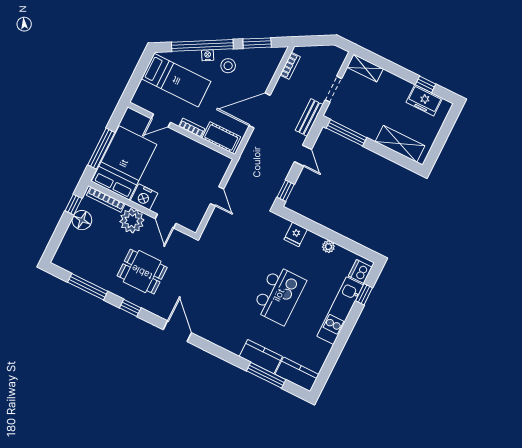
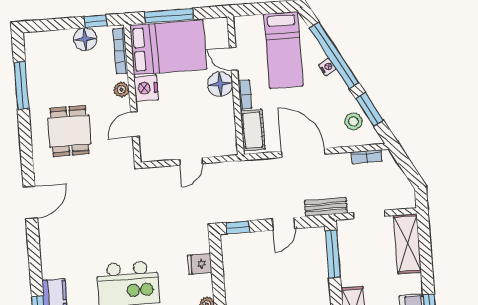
stool: (228, 66) -> (353, 121), moved
shelving: (365, 68) -> (407, 244), width x1.50, depth x1.33
floor lamp: (173, 141) -> (220, 84), added
plant: (132, 221) -> (121, 90), width x0.53, depth x0.53
window: (130, 308) -> (26, 141), removed

